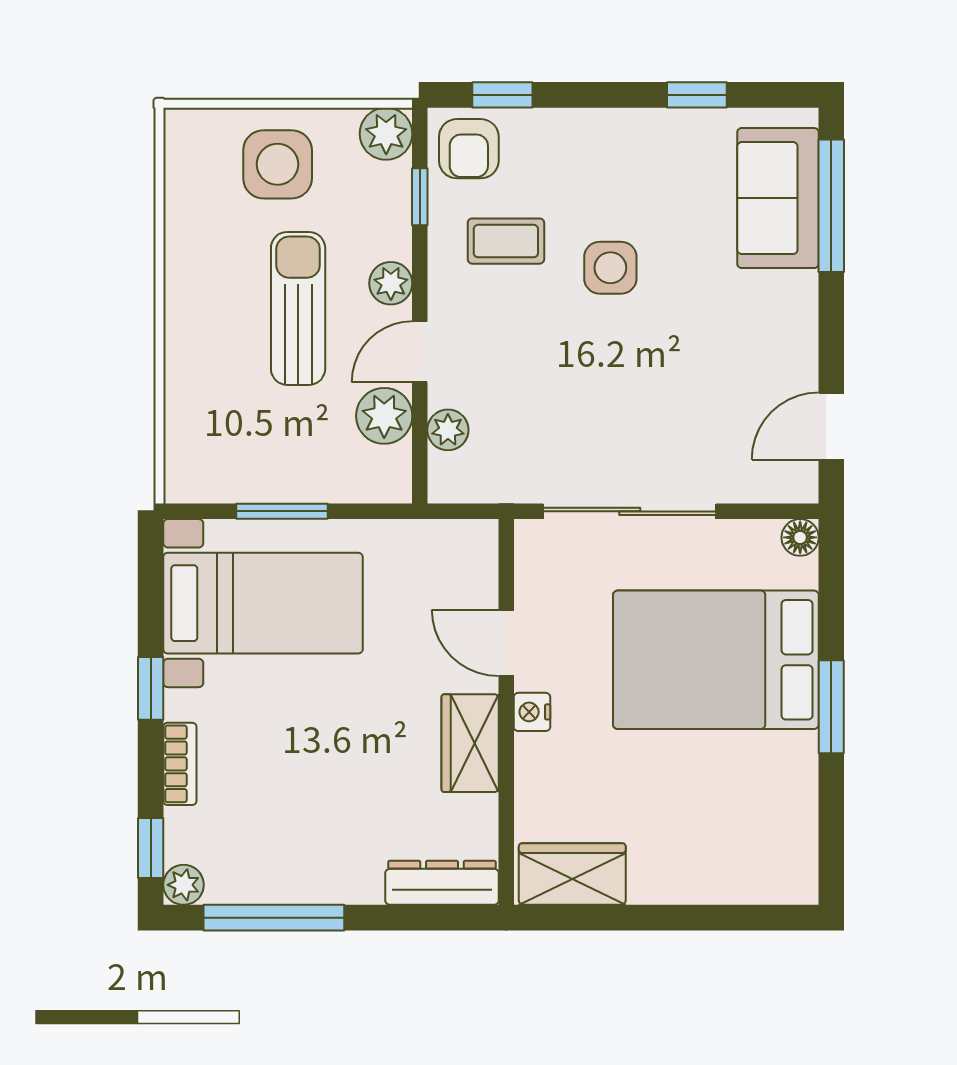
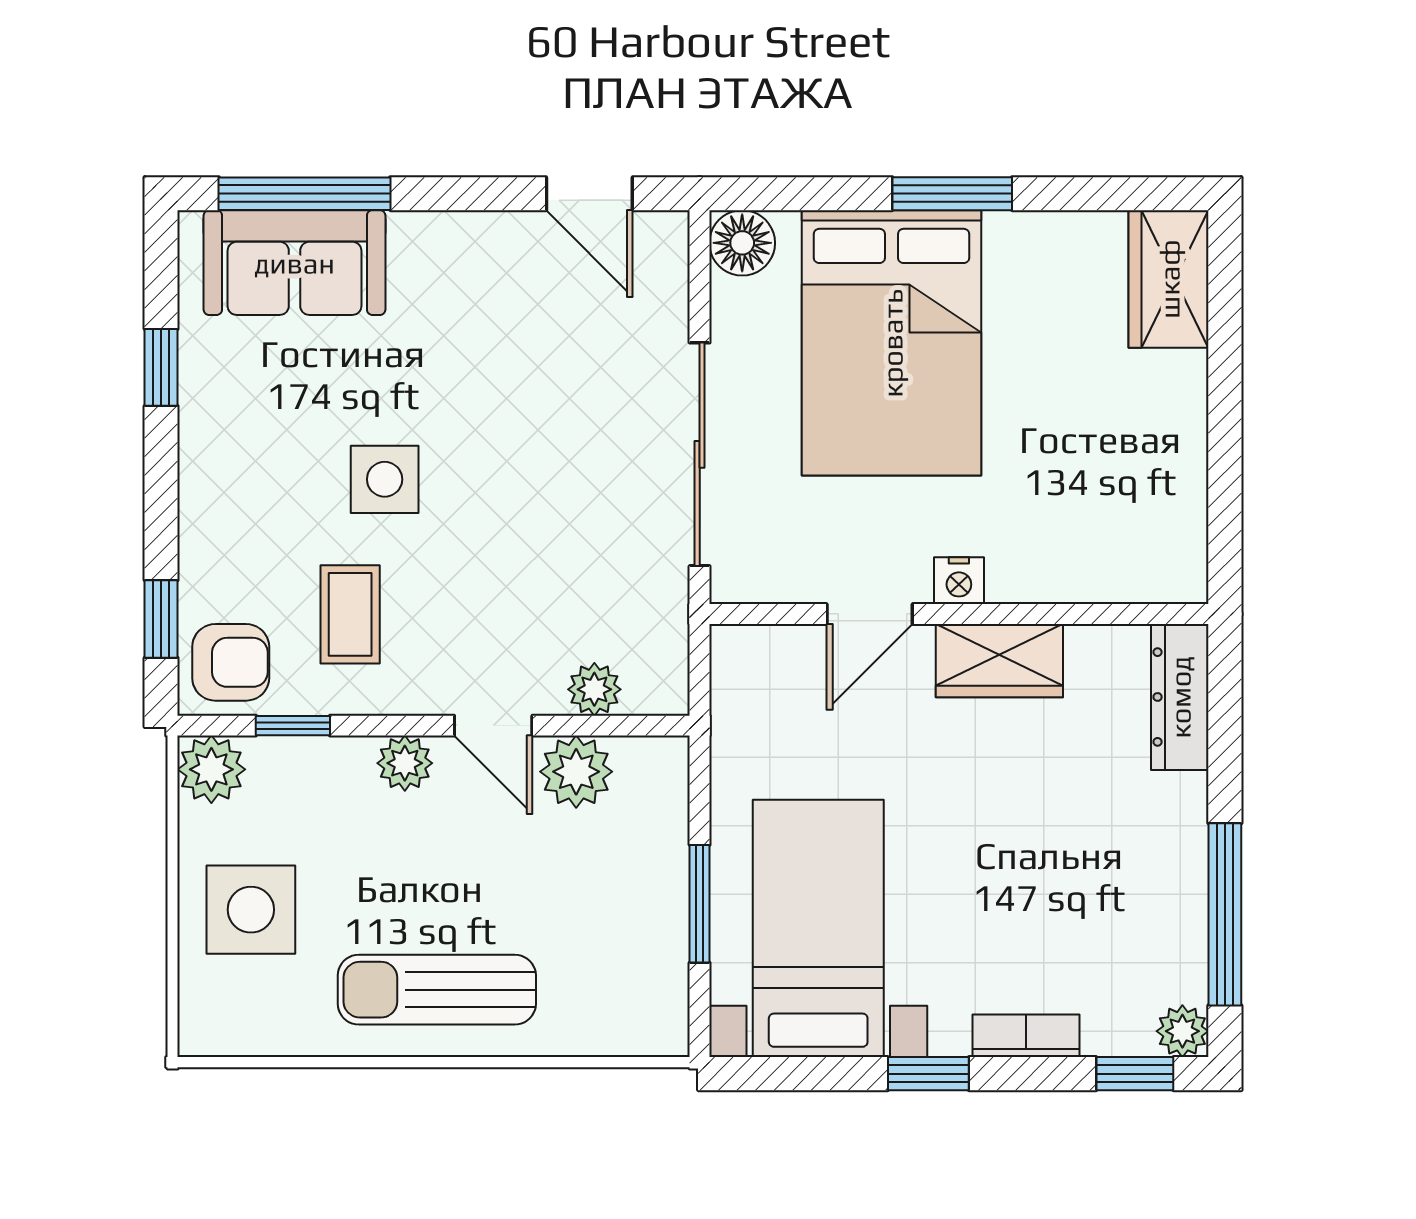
sun lounger: (298, 308) -> (437, 990), moved
floor lamp: (800, 537) -> (742, 243), width x1.37, depth x1.37
wardrobe: (572, 874) -> (1169, 279), moved

